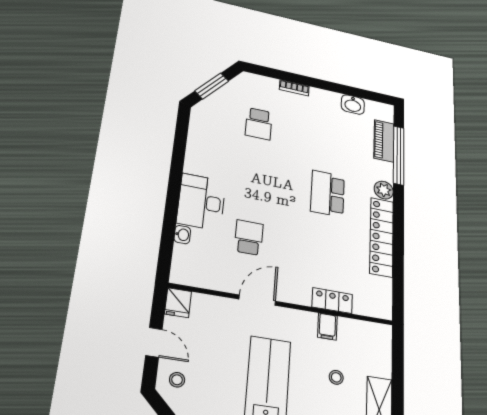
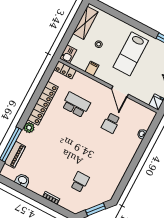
school desk: (328, 194) -> (76, 105), moved, turned -90
desk: (201, 202) -> (126, 148), removed
door: (257, 300) -> (120, 92), hinge flipped
locker: (332, 301) -> (65, 70), moved
kitchen sink: (381, 338) -> (68, 54), added

